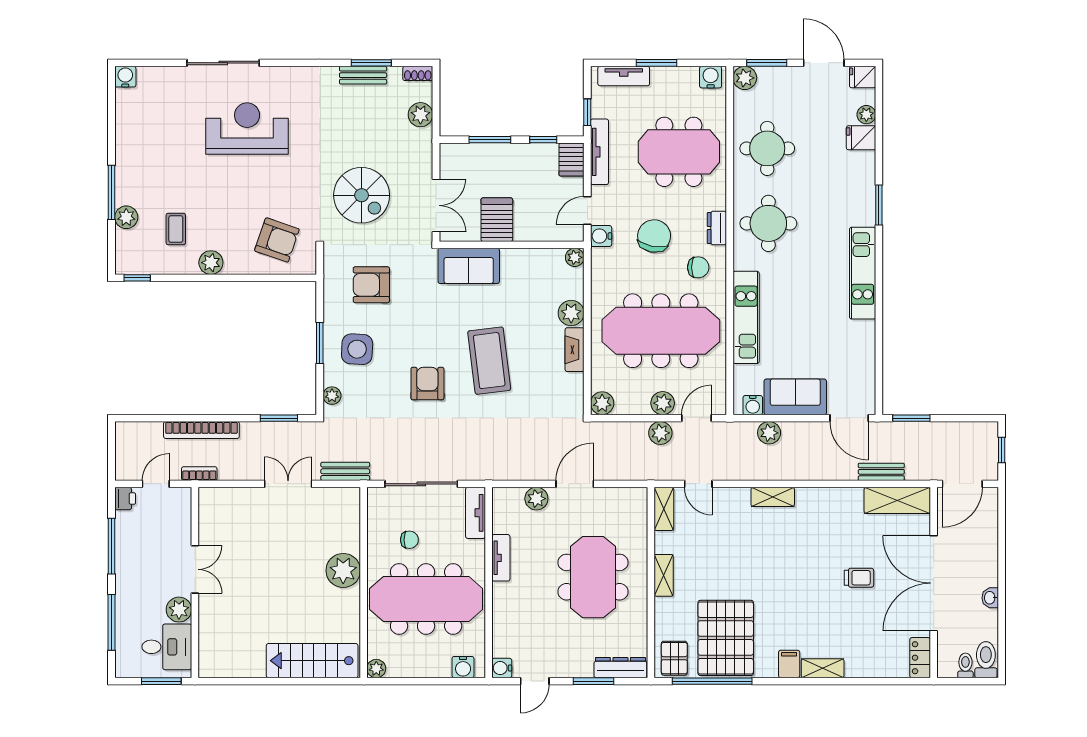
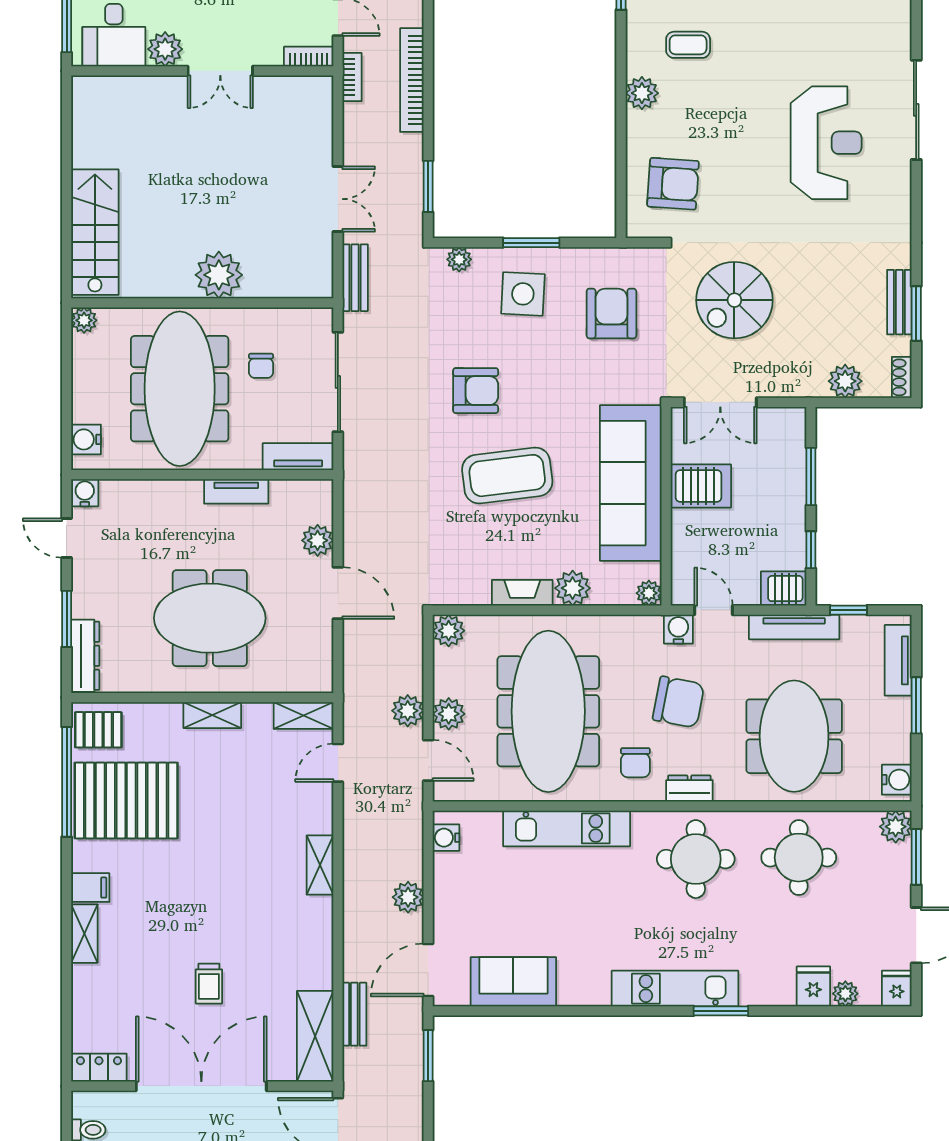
armchair: (277, 240) -> (673, 184), turned -105
sofa: (469, 266) -> (631, 483), width x1.85, depth x1.27
kitchen unit: (863, 273) -> (675, 989), moved
sofa: (795, 397) -> (513, 982), moved, turned -90
plant: (769, 433) -> (408, 897), moved
bookcase: (184, 505) -> (309, 57), added

